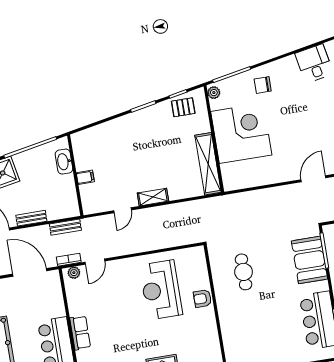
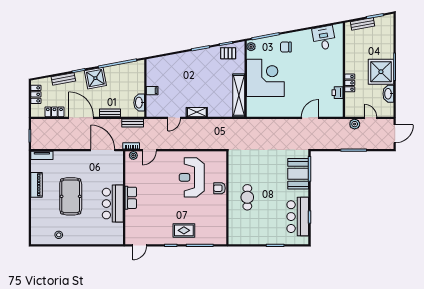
washbasin: (64, 162) -> (139, 103), moved
cafe table: (244, 272) -> (247, 197), moved

